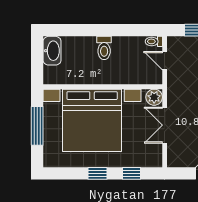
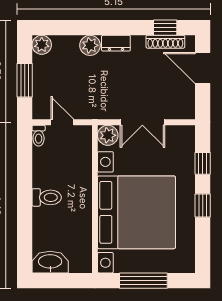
door: (165, 61) -> (62, 122), swing flipped

